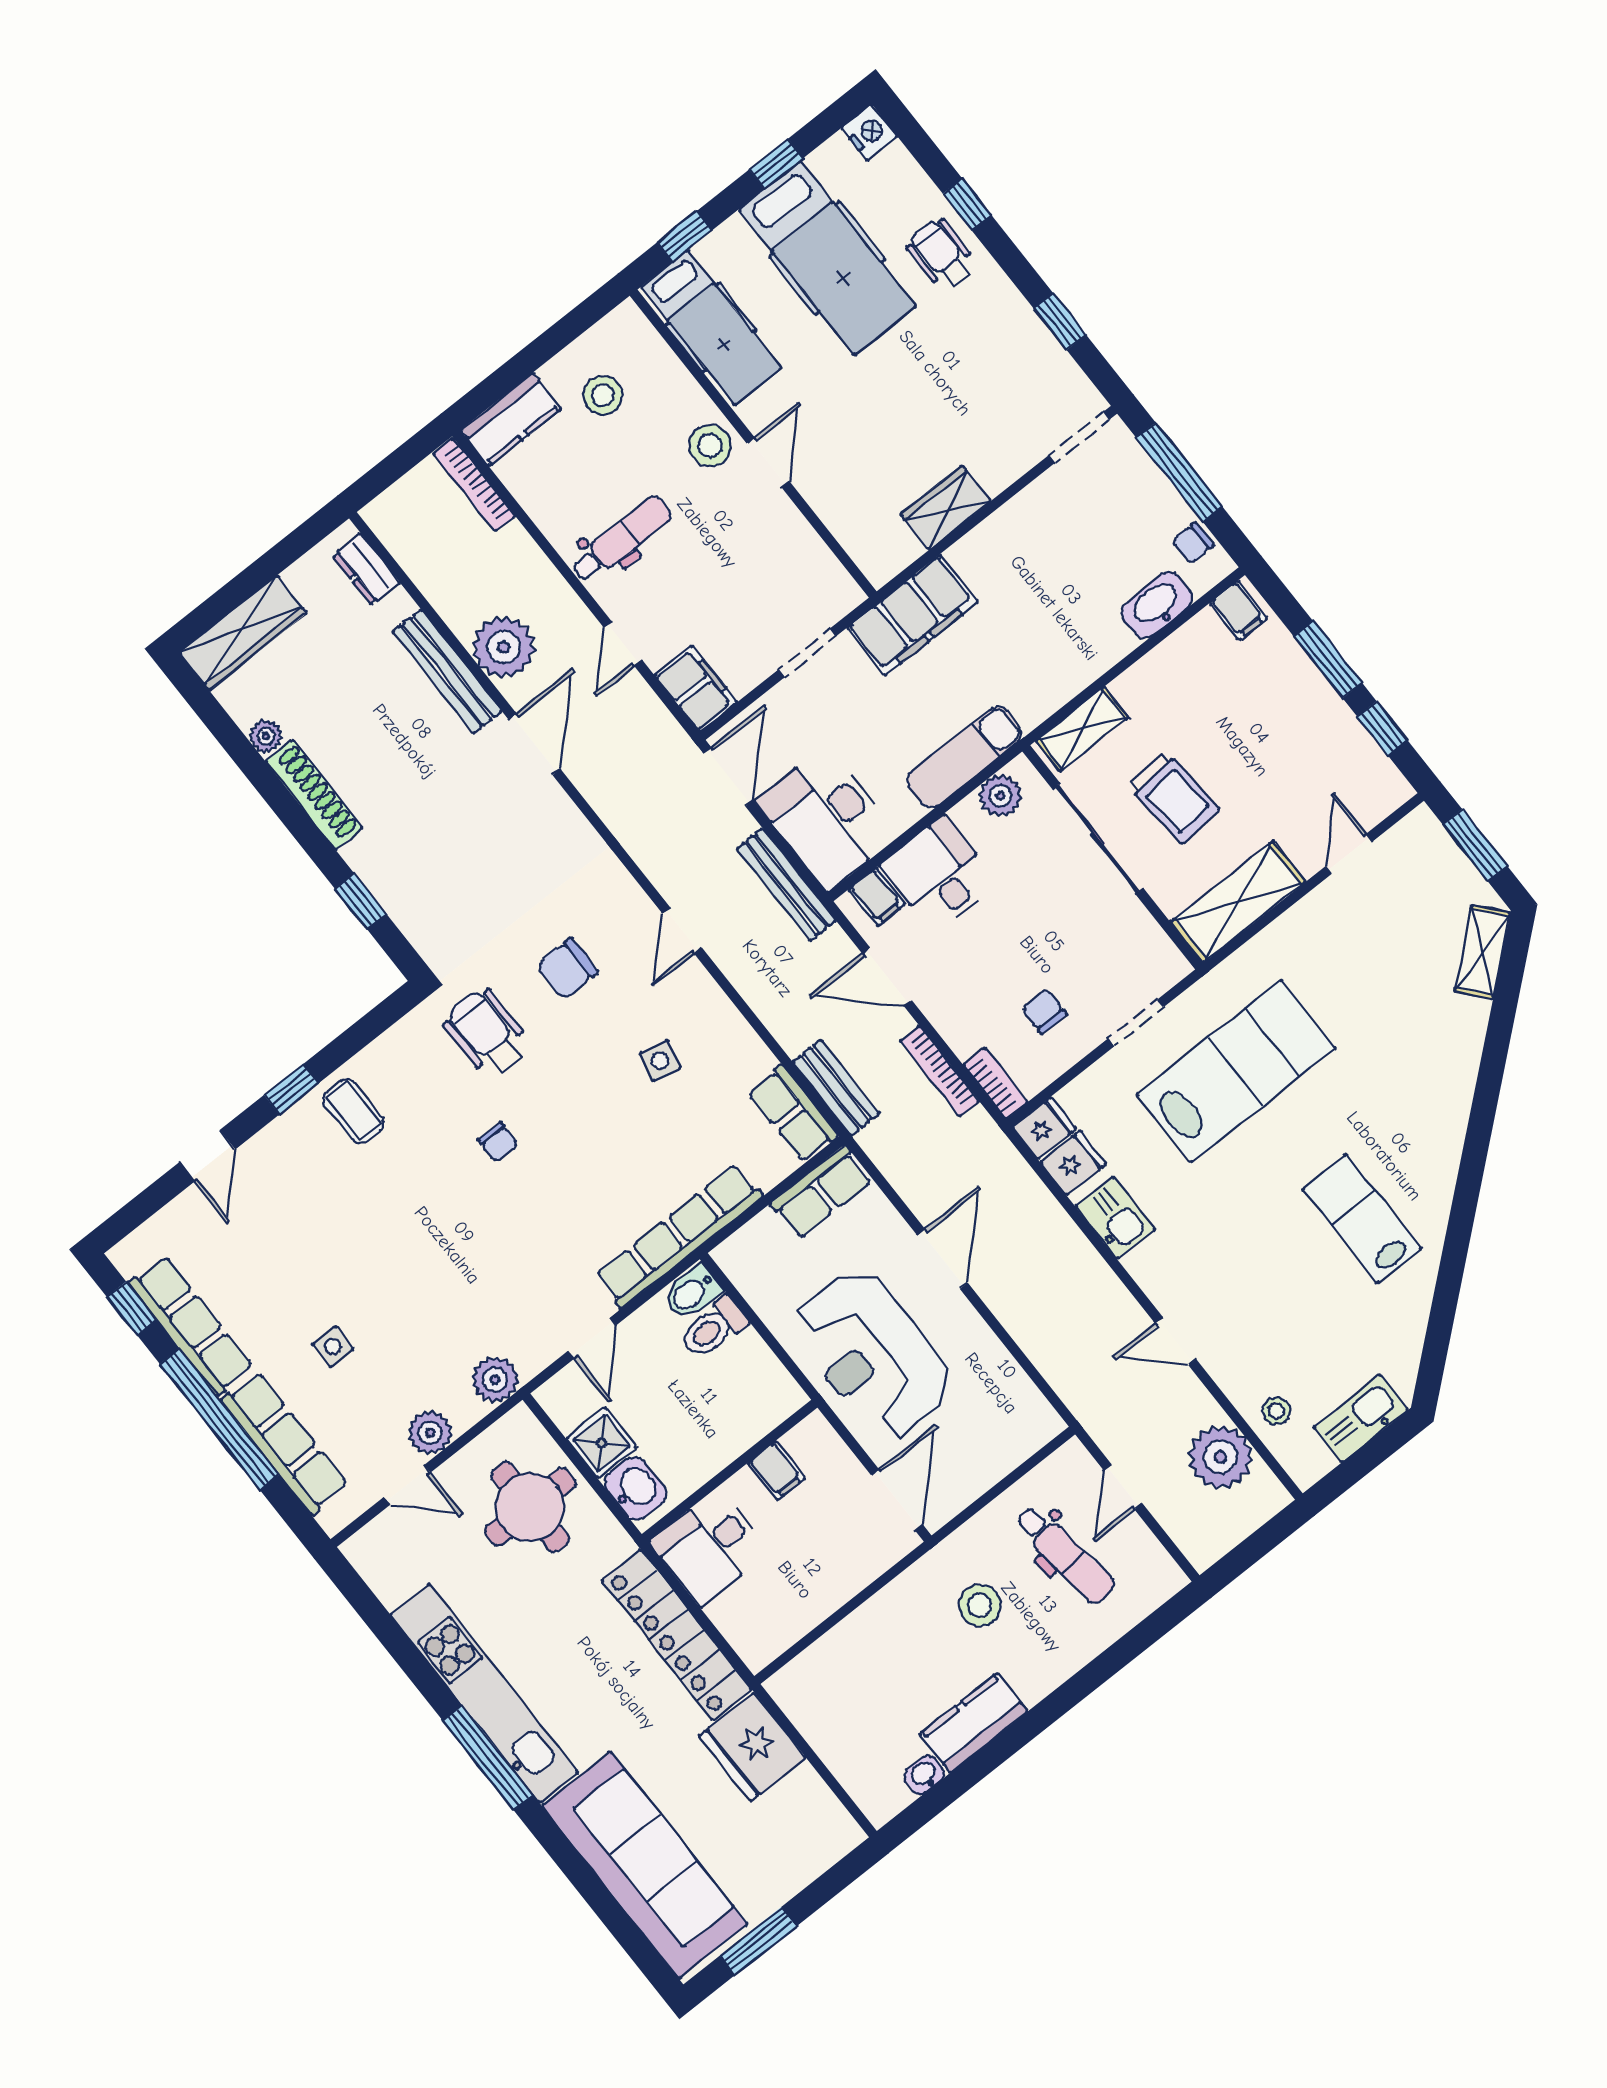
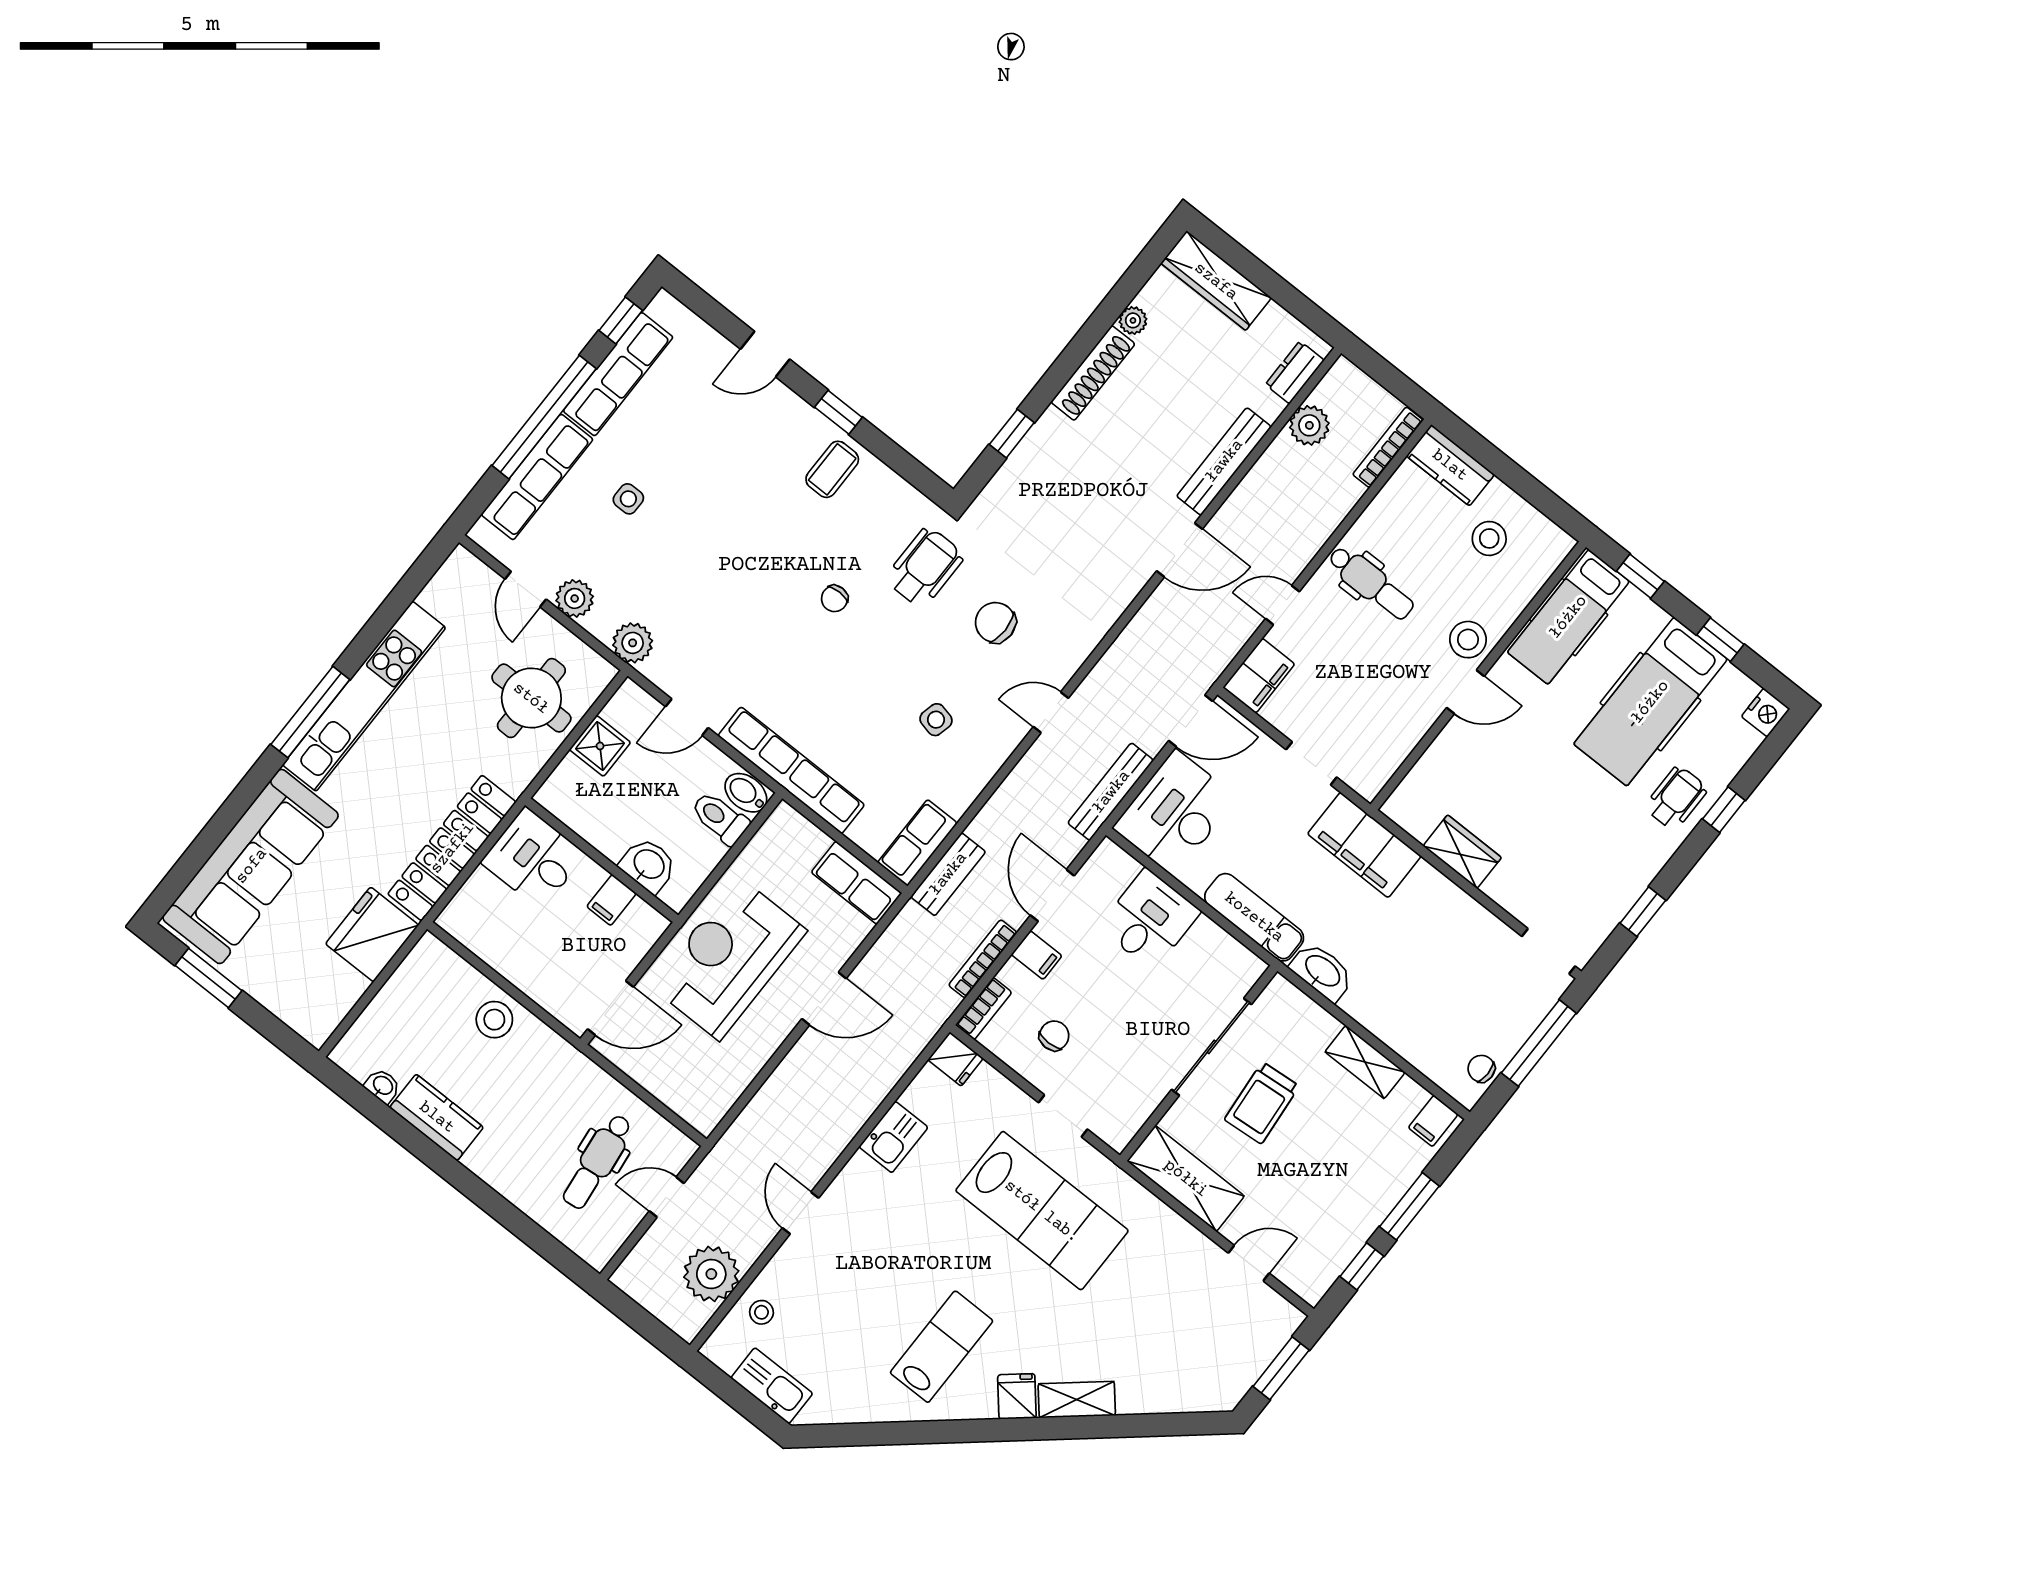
washbasin: (1157, 605) -> (1322, 972), moved
plant: (504, 647) -> (1309, 425), moved, width x0.73, depth x0.73
shelving: (1082, 729) -> (1365, 1062), moved
plant: (1000, 796) -> (1229, 956), removed
filing cabinet: (877, 897) -> (1037, 955), moved, turned -90
shelving: (1483, 952) -> (1077, 1400), moved
fridge: (1073, 1163) -> (1017, 1396), moved, turned -130
washbasin: (636, 1488) -> (648, 865), moved, turned -90
stool: (980, 1605) -> (494, 1020), moved

